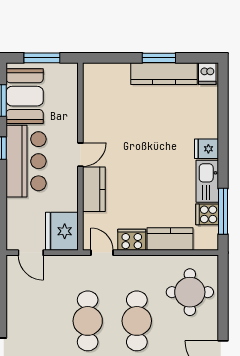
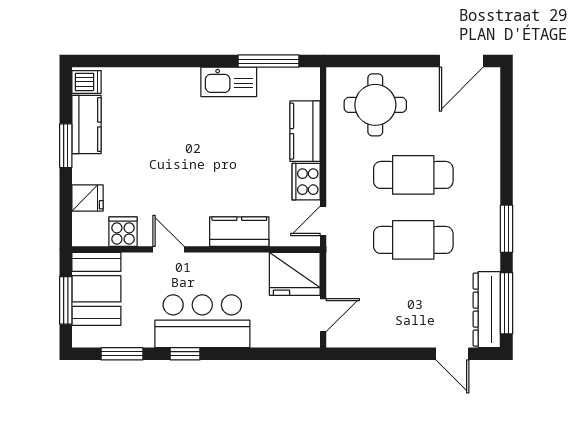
kitchen counter: (164, 74) -> (87, 124), width x0.67
booth: (25, 96) -> (96, 289), moved, turned 90
fridge: (207, 149) -> (88, 198), moved, turned -90
door: (80, 155) -> (169, 249), moved
cooker: (207, 214) -> (123, 232), moved, turned 180

